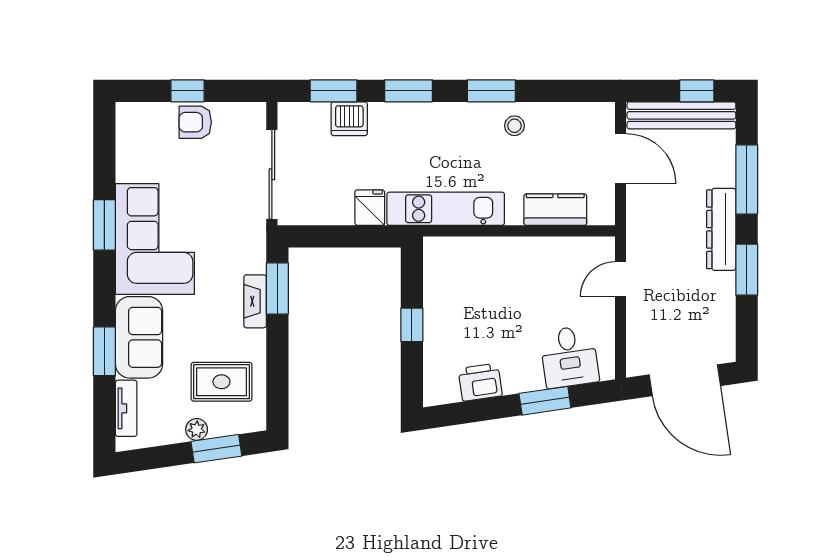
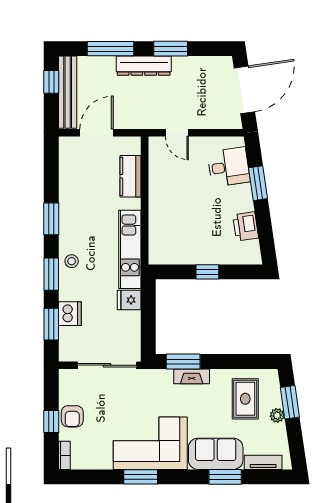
bookcase: (137, 110) -> (64, 455), added
stool: (514, 126) -> (72, 261), moved

